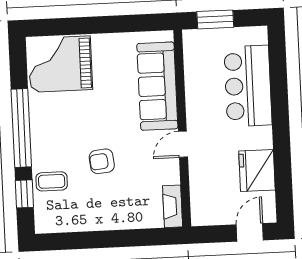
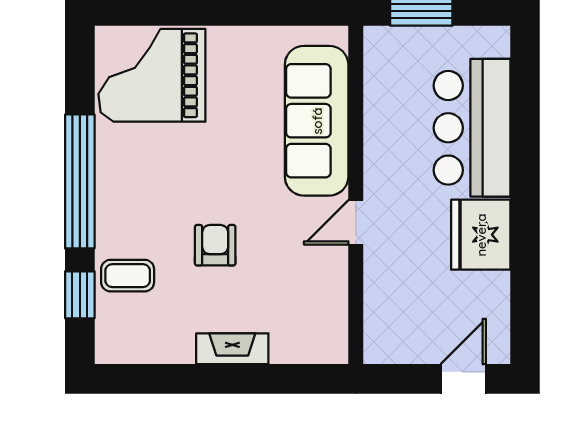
armchair: (102, 161) -> (215, 245), turned 96
fridge: (257, 171) -> (481, 235), moved
fireplace: (173, 206) -> (232, 349), moved, turned 90

